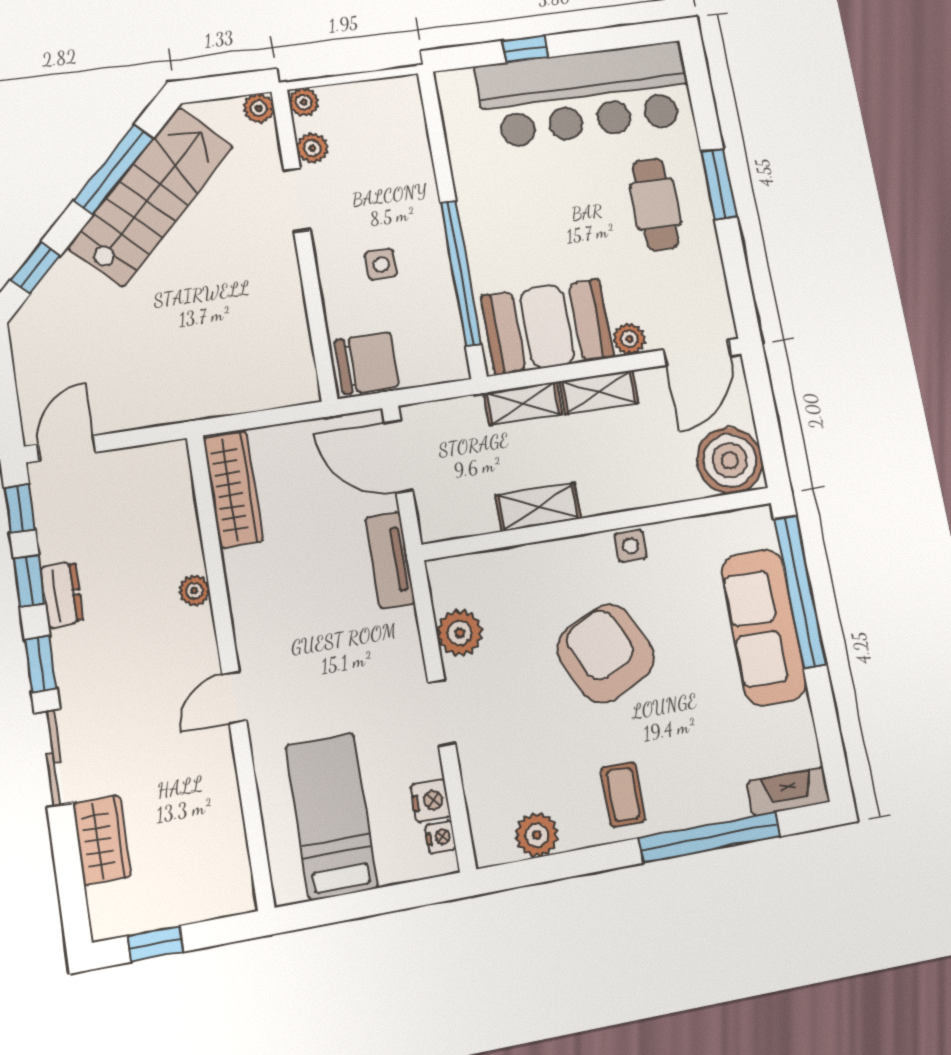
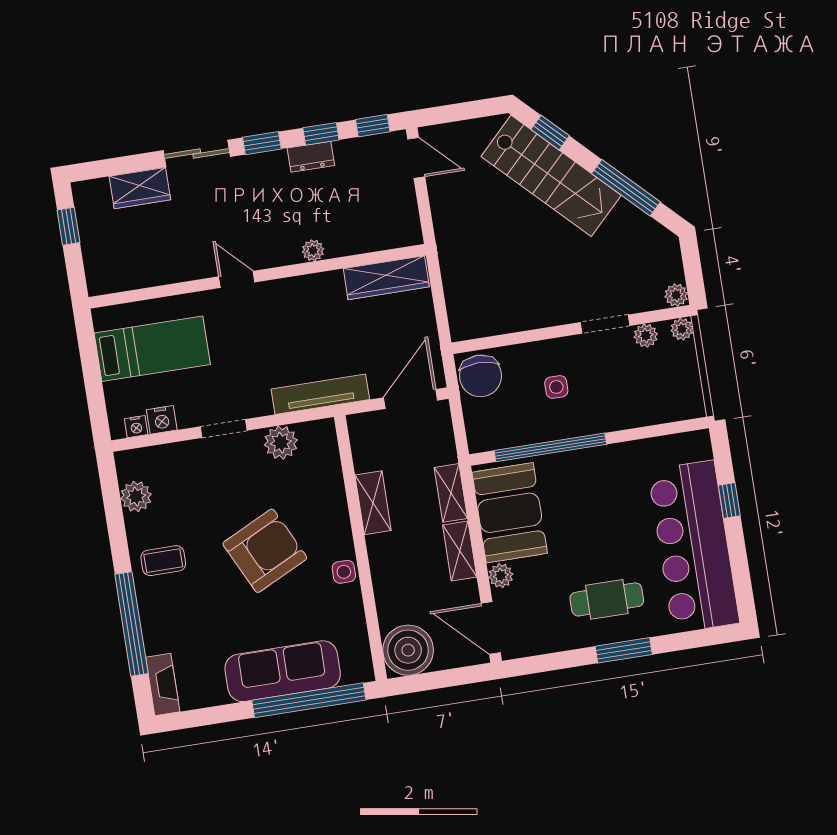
stairs: (151, 196) -> (551, 176), moved
tv unit: (390, 560) -> (320, 394), width x1.41

